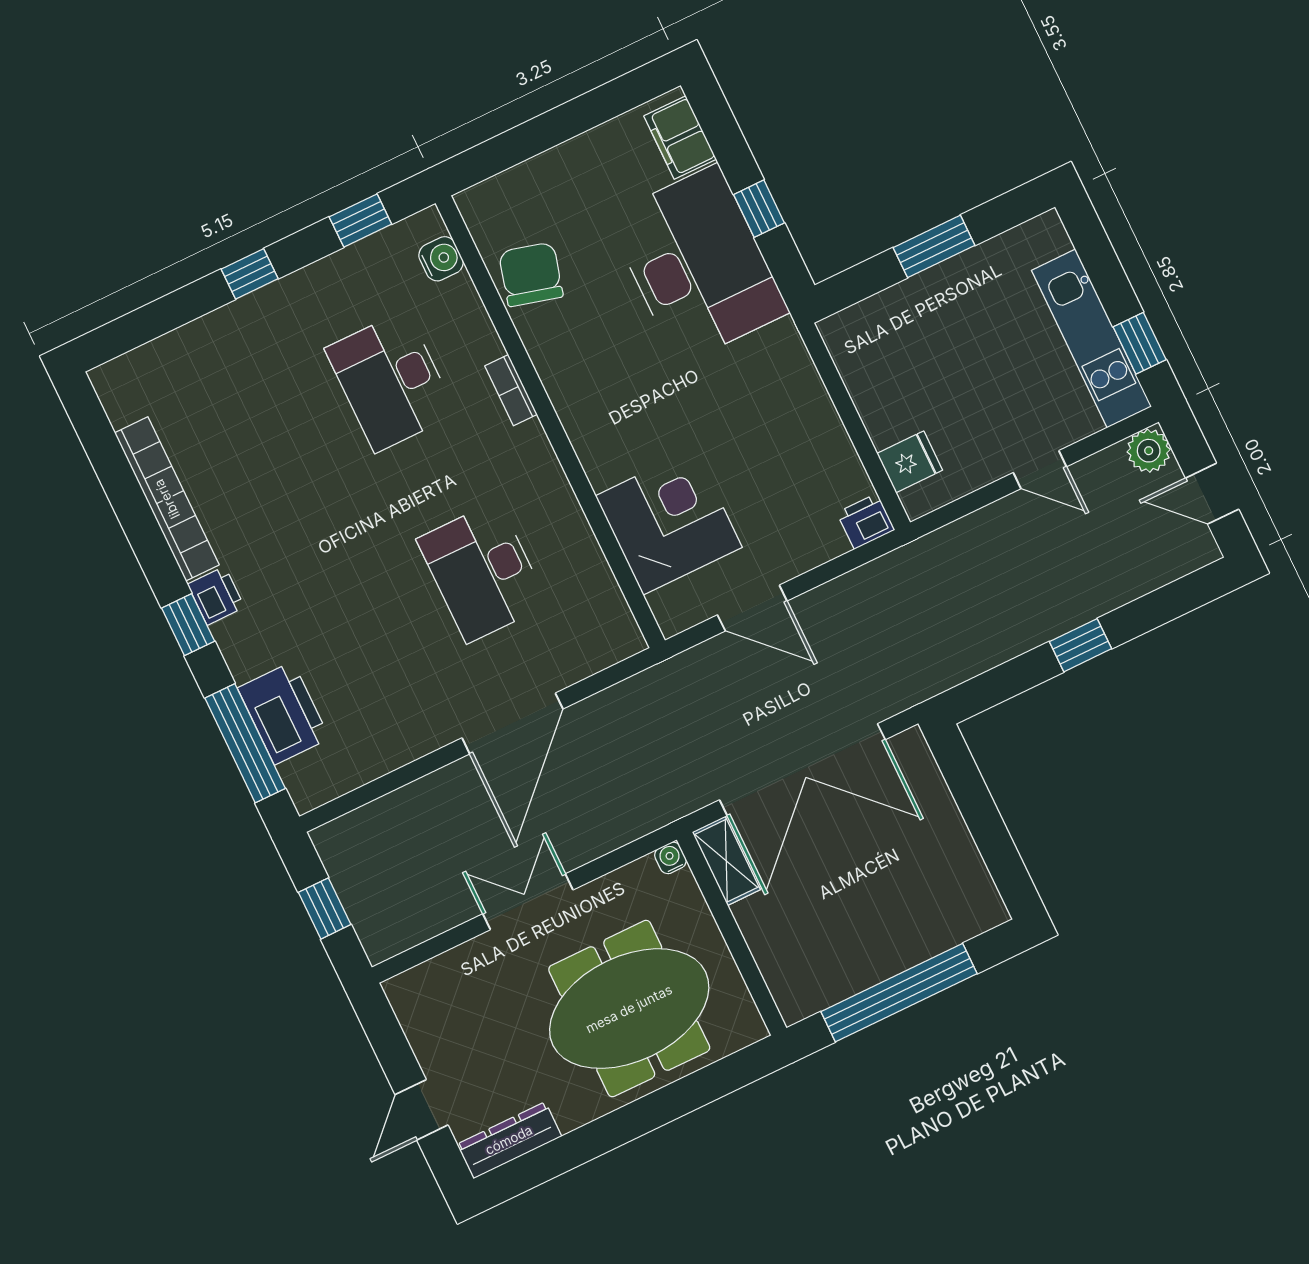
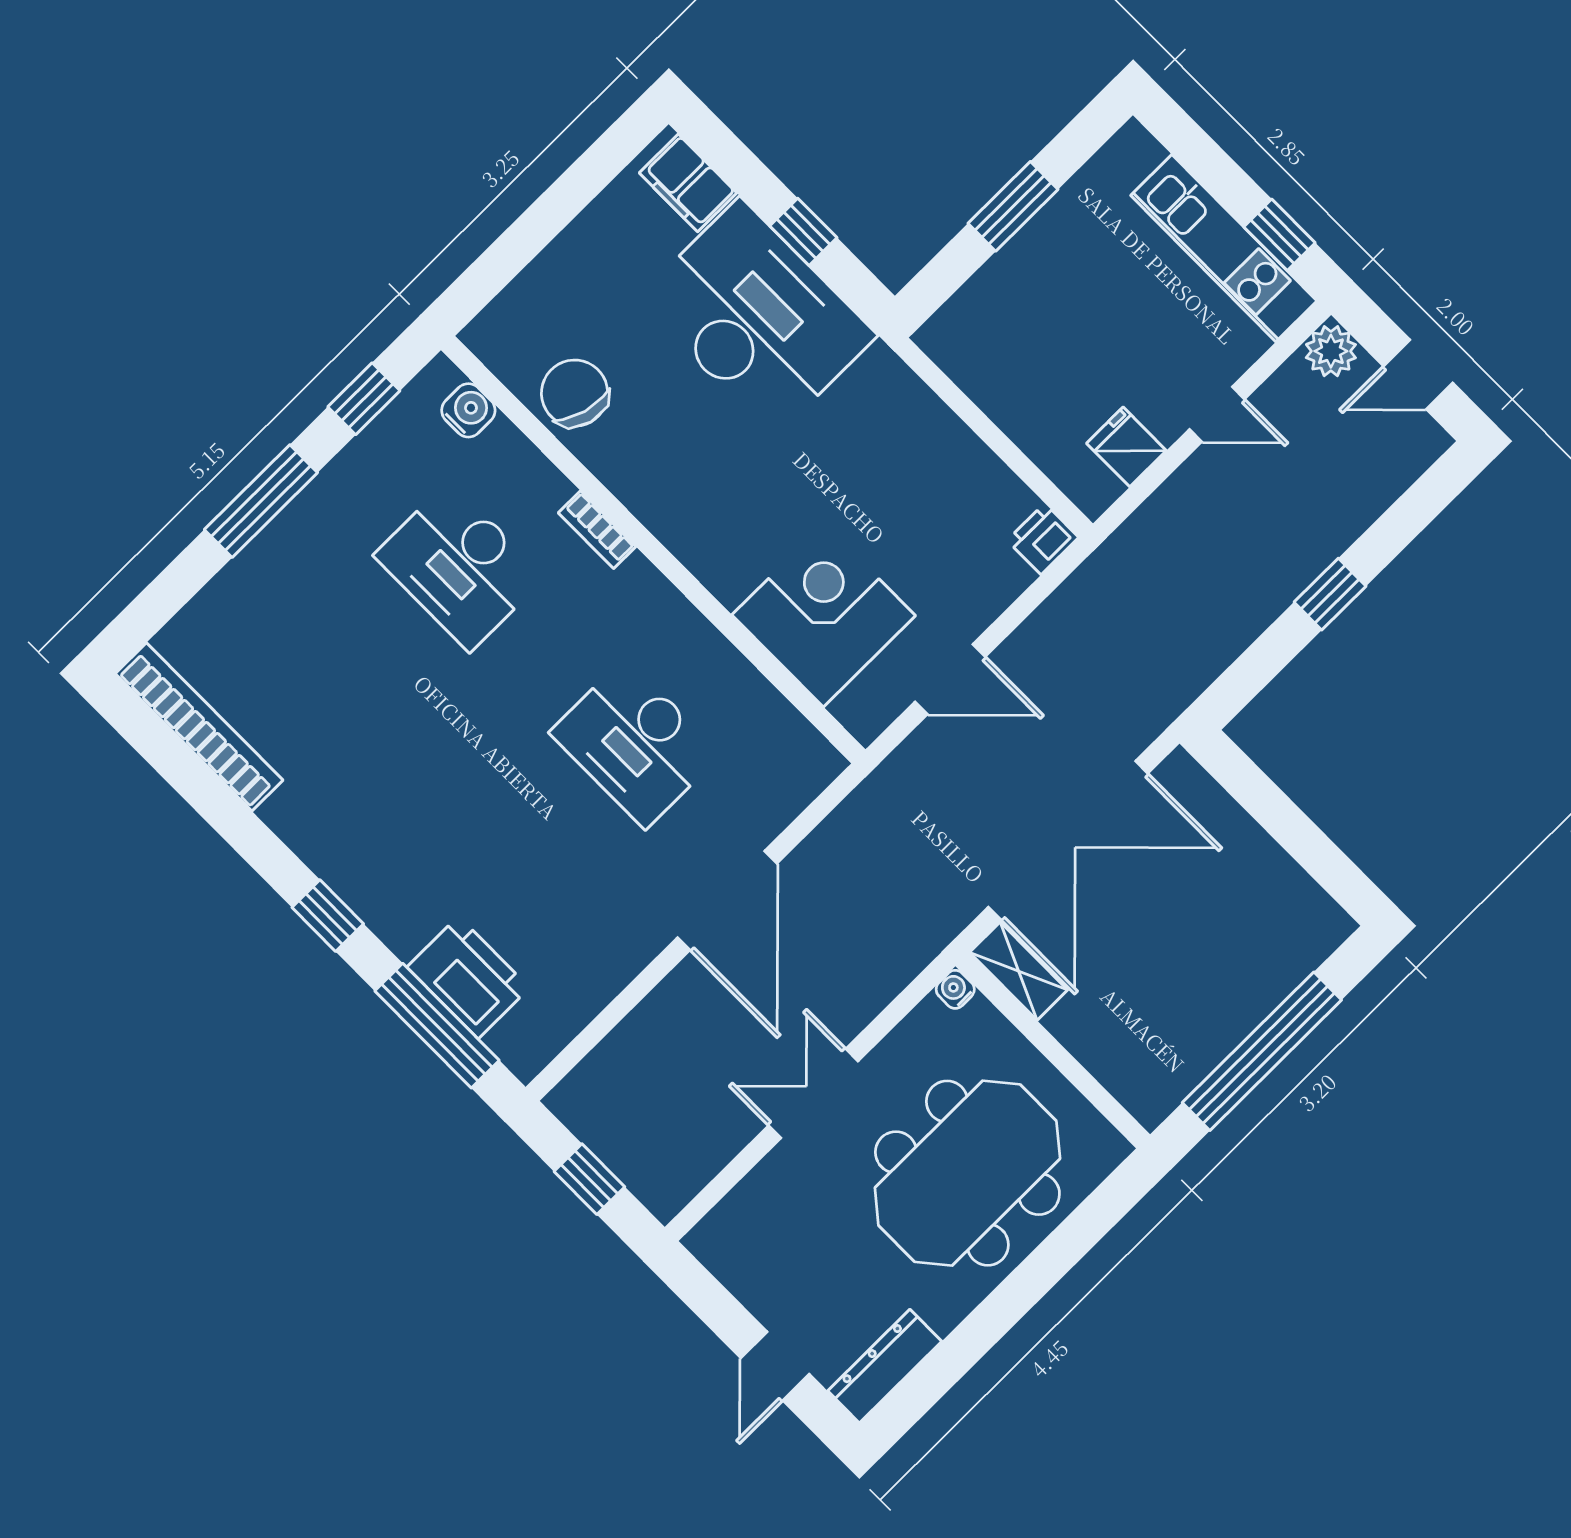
window: (250, 274) -> (261, 501), width x2.17
fridge: (910, 462) -> (1126, 447), moved, turned -90
bookcase: (167, 499) -> (199, 727), moved
printer: (216, 596) -> (348, 873), removed

